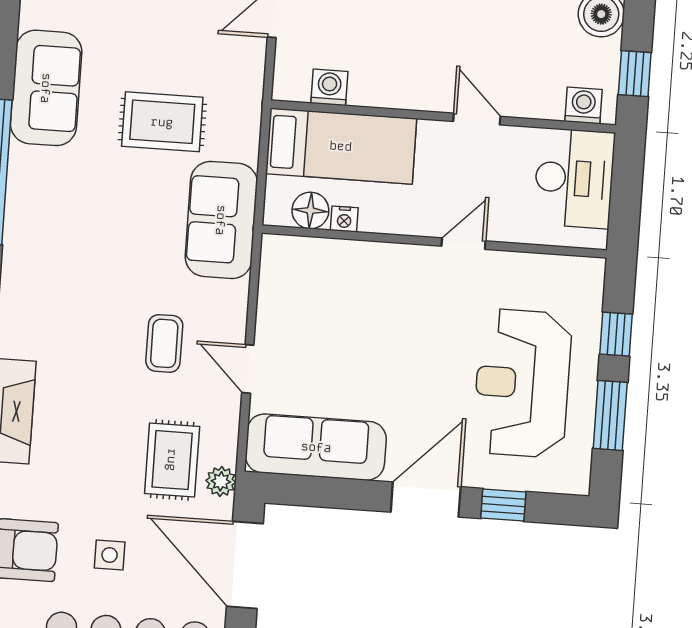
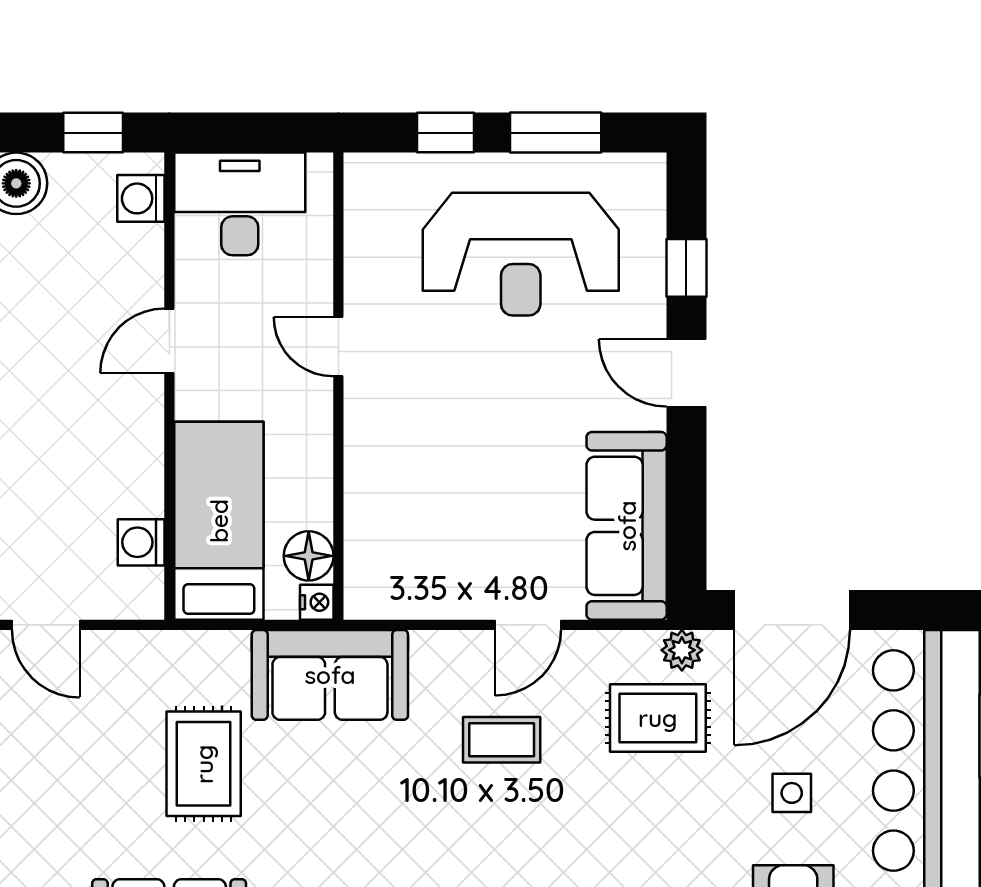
nightstand: (344, 219) -> (317, 602), moved
door: (426, 499) -> (686, 373), width x0.73

